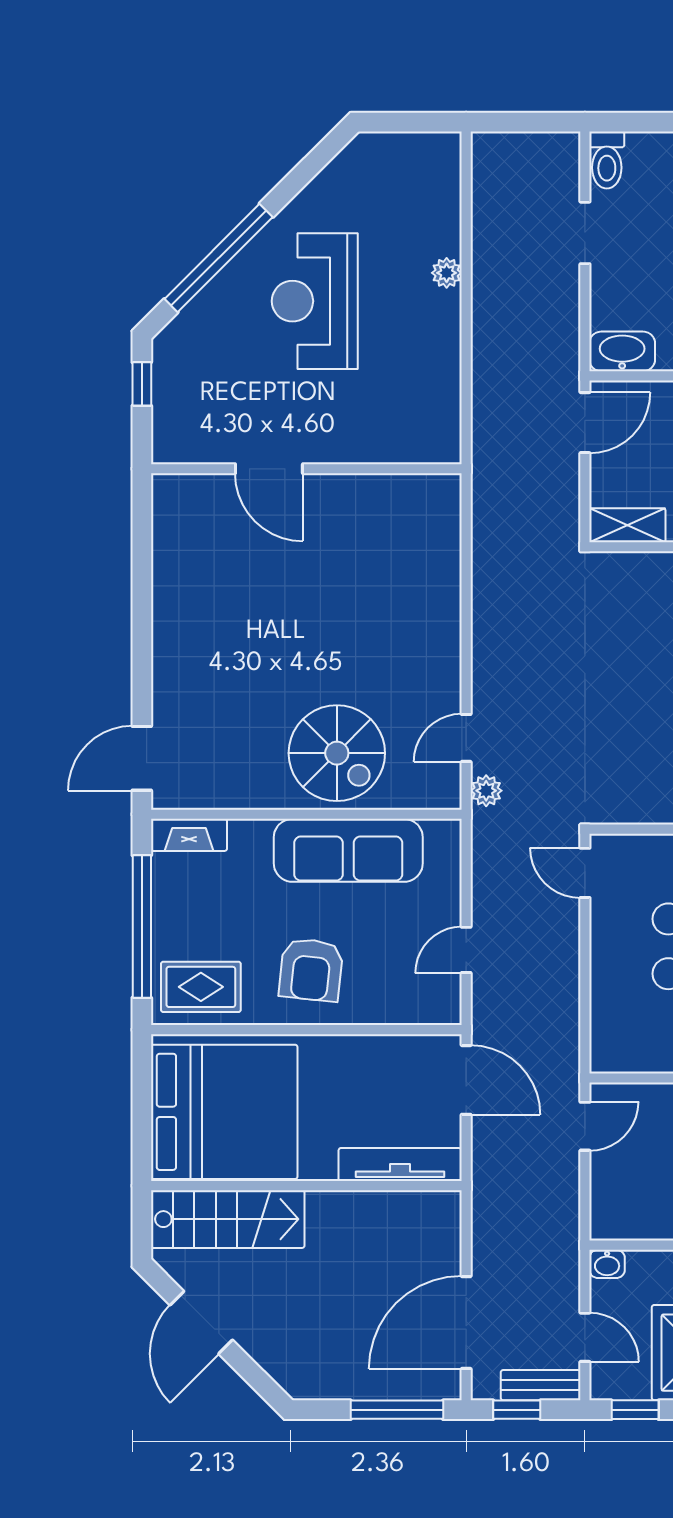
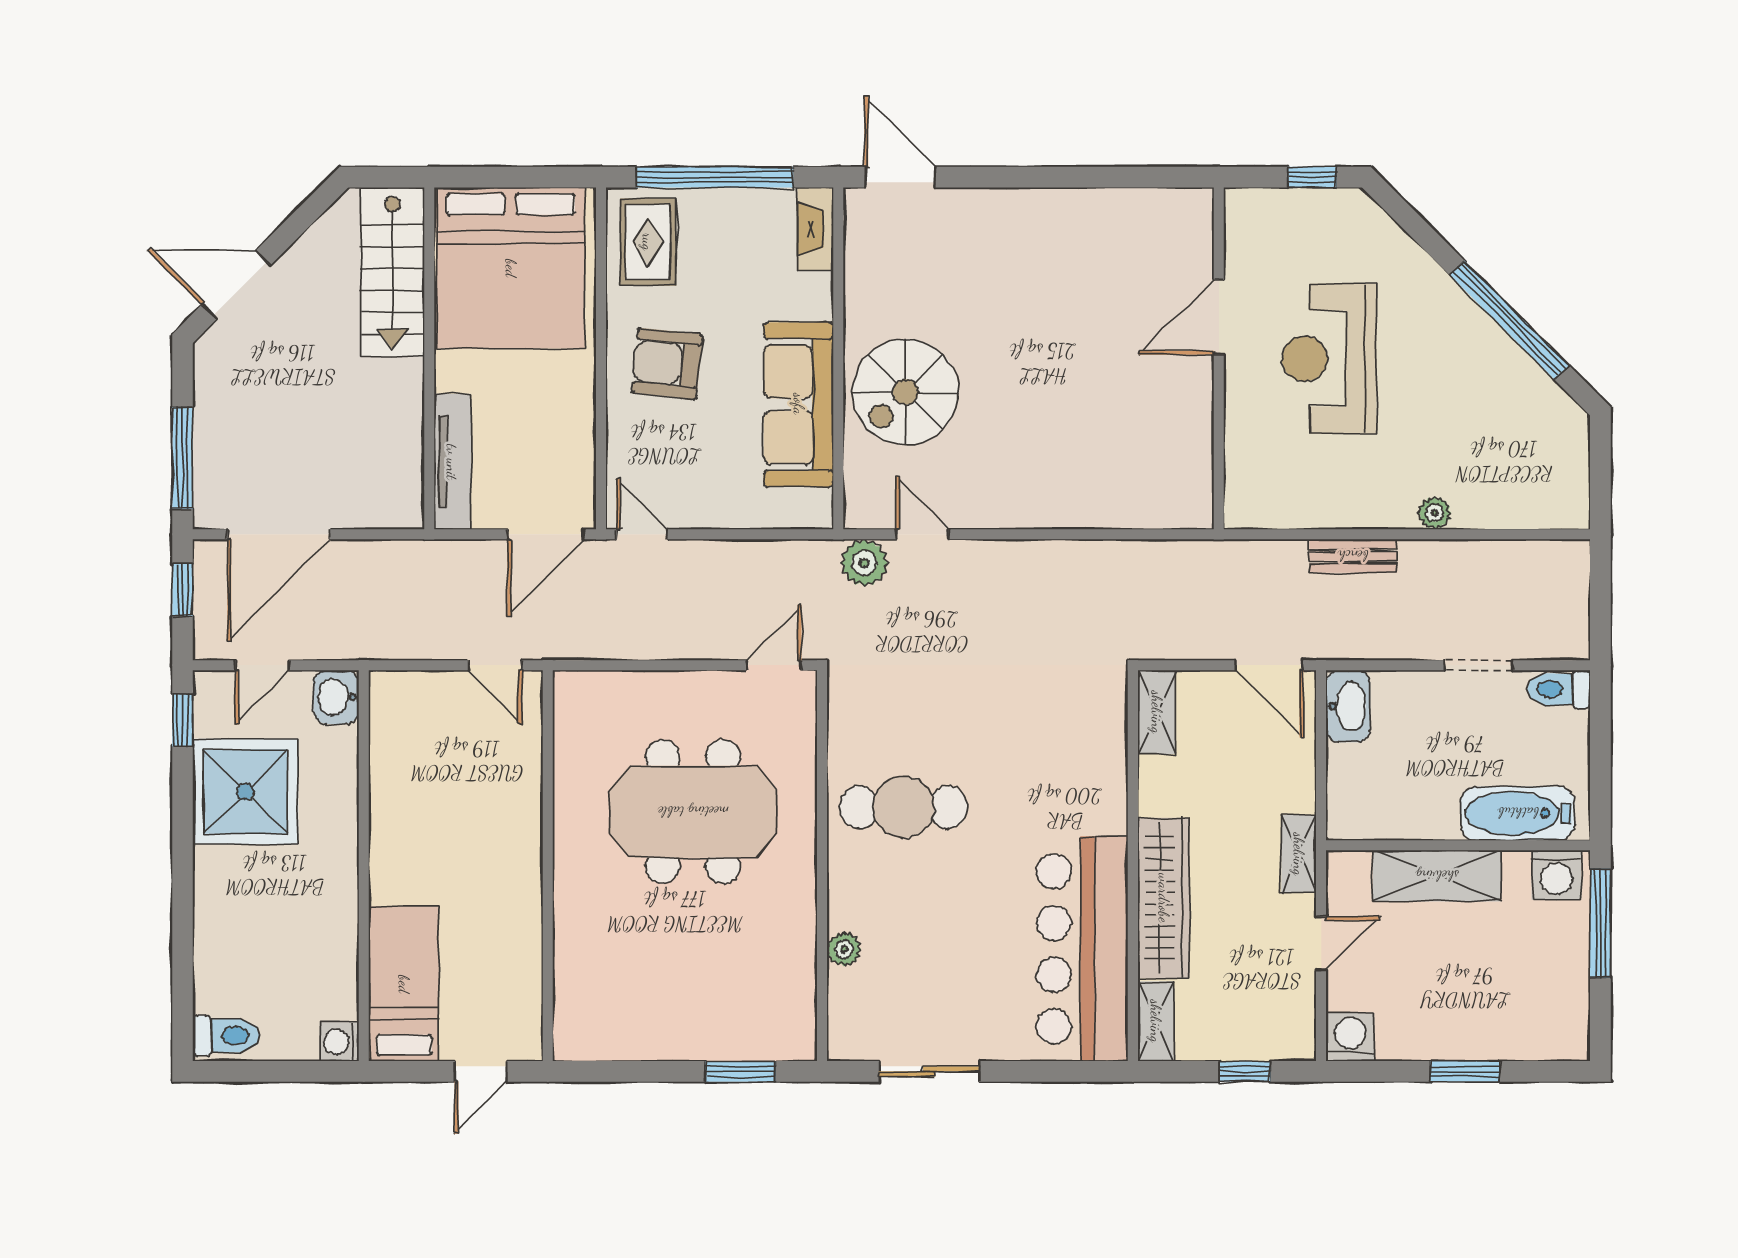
window: (219, 258) -> (1509, 320), moved
reception desk: (315, 301) -> (1329, 359), moved, turned -90
plant: (486, 791) -> (864, 563), width x1.38, depth x1.38
door: (466, 950) -> (642, 534), moved
washbasin: (607, 1264) -> (336, 697), width x1.38, depth x1.45
door: (466, 1322) -> (279, 534), swing flipped
door: (201, 1323) -> (236, 285), moved
bench: (541, 1385) -> (1353, 556), moved, turned 90

